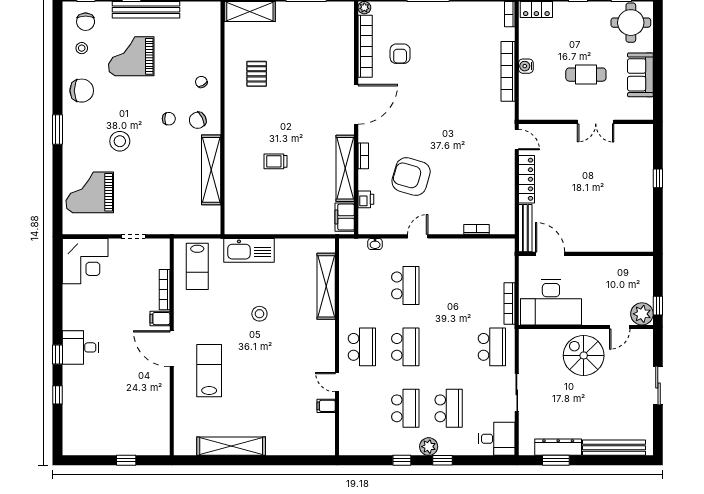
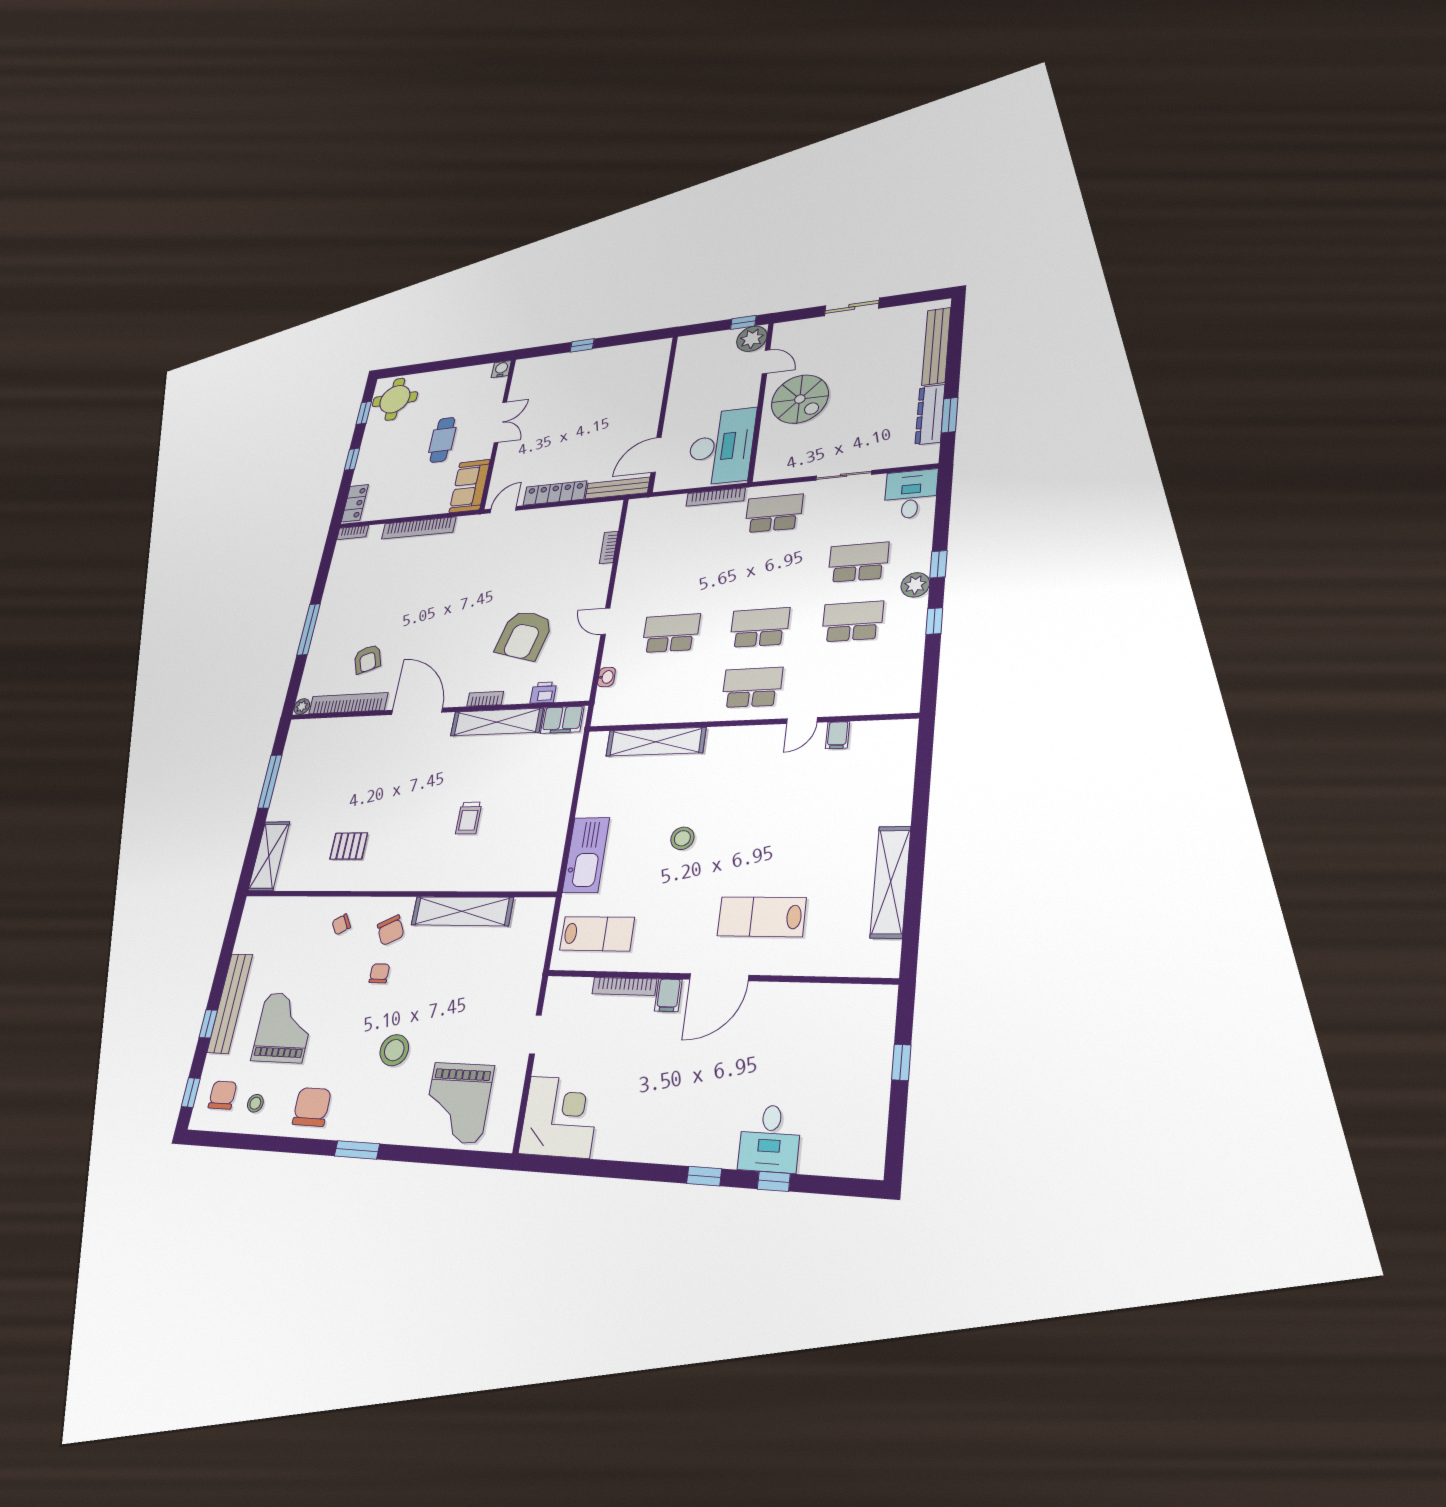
chair: (86, 22) -> (223, 1095), turned -90
armchair: (400, 54) -> (368, 659), turned 72
grand piano: (131, 56) -> (284, 1027), turned 180
water cooler: (526, 66) -> (501, 369), moved, turned 180
sofa: (640, 75) -> (470, 486), moved, turned 90
desk: (80, 347) -> (770, 1138), moved
spiral stairs: (584, 355) -> (800, 399), turned -90

